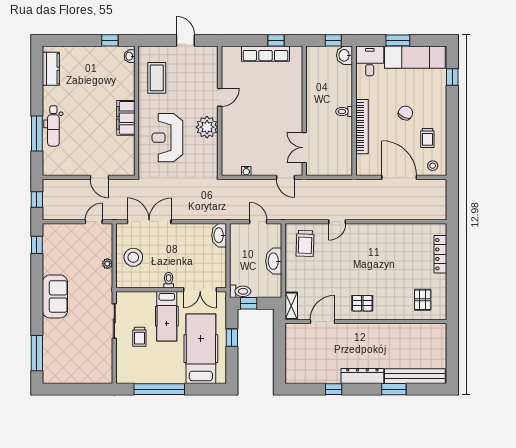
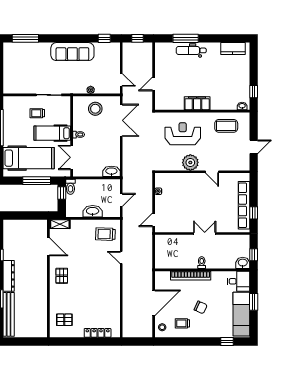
row of seats: (266, 54) -> (244, 205), width x1.36
double door: (304, 148) -> (205, 233), moved
sofa: (55, 296) -> (72, 52), width x1.36
window: (232, 338) -> (37, 181), width x2.17

